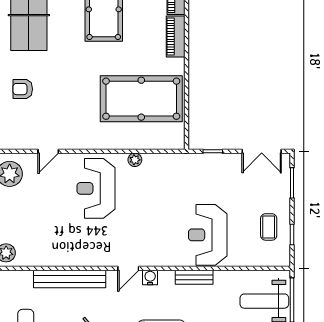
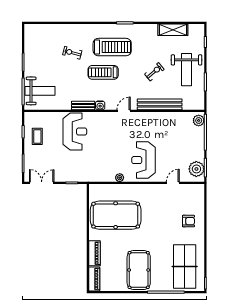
reception desk: (96, 188) -> (143, 160), turned 180
water cooler: (150, 277) -> (100, 105), moved

